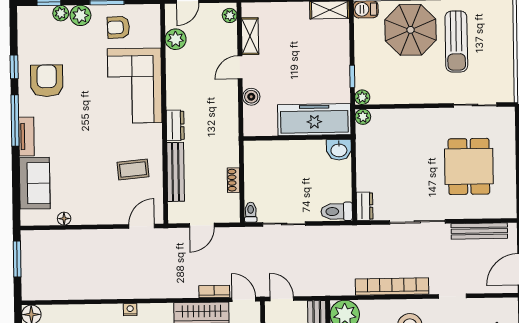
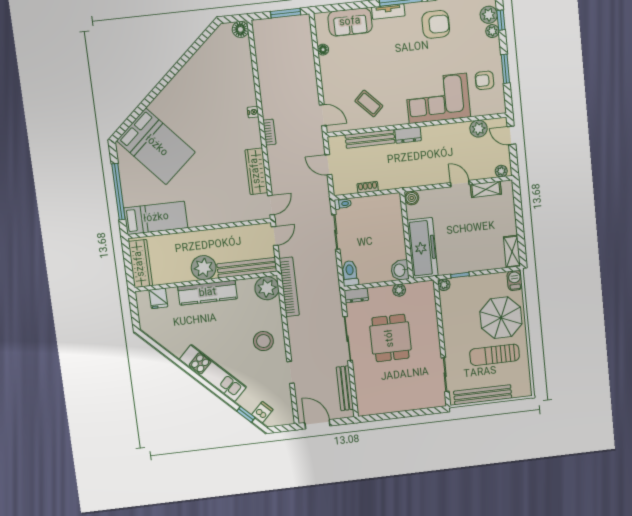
plant: (80, 15) -> (489, 15), moved
armchair: (118, 27) -> (485, 80), turned -88
bench: (505, 60) -> (483, 395), added
boiler: (251, 97) -> (412, 198), moved
plant: (363, 117) -> (399, 290), moved
dining table: (469, 166) -> (390, 338), moved, turned 90
coffee table: (133, 169) -> (369, 103), turned -39
bookcase: (392, 287) -> (289, 287), moved
bookcase: (214, 291) -> (269, 132), moved

